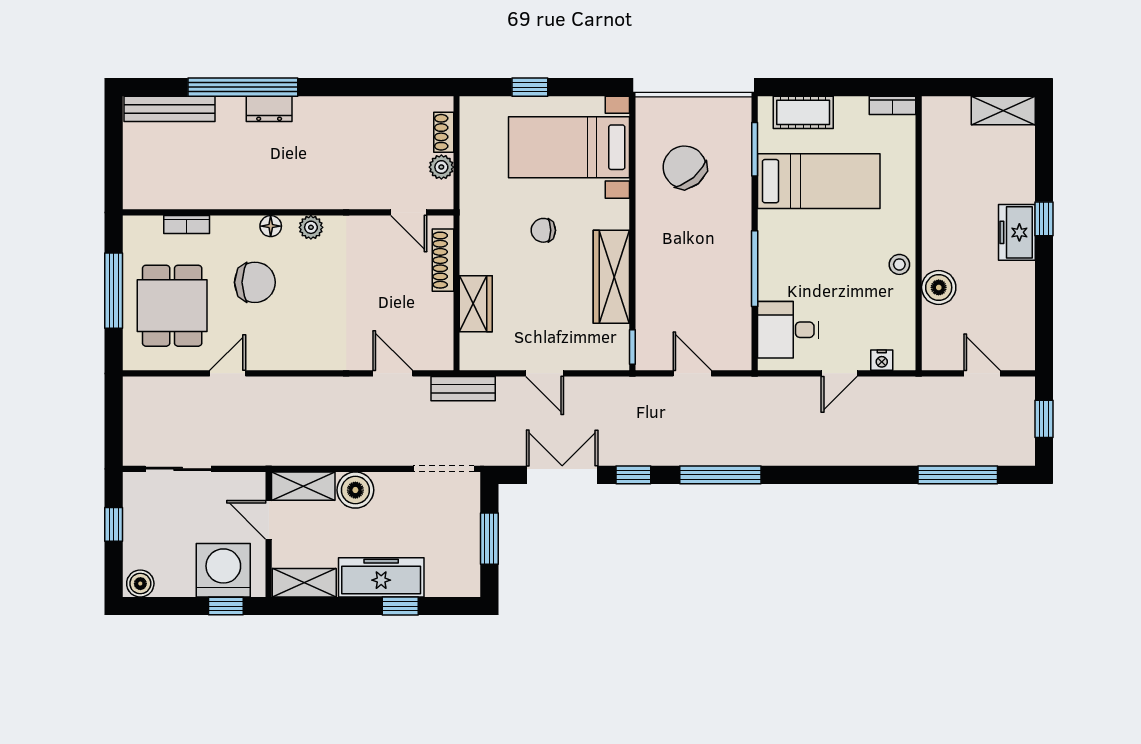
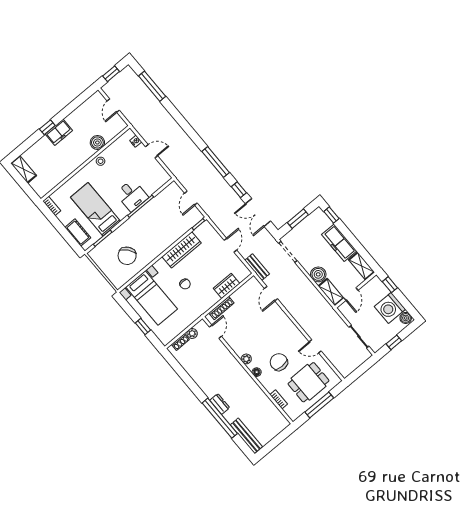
desk: (788, 330) -> (132, 195), moved
washing machine: (223, 570) -> (390, 308), moved
window: (400, 606) -> (331, 215), moved

